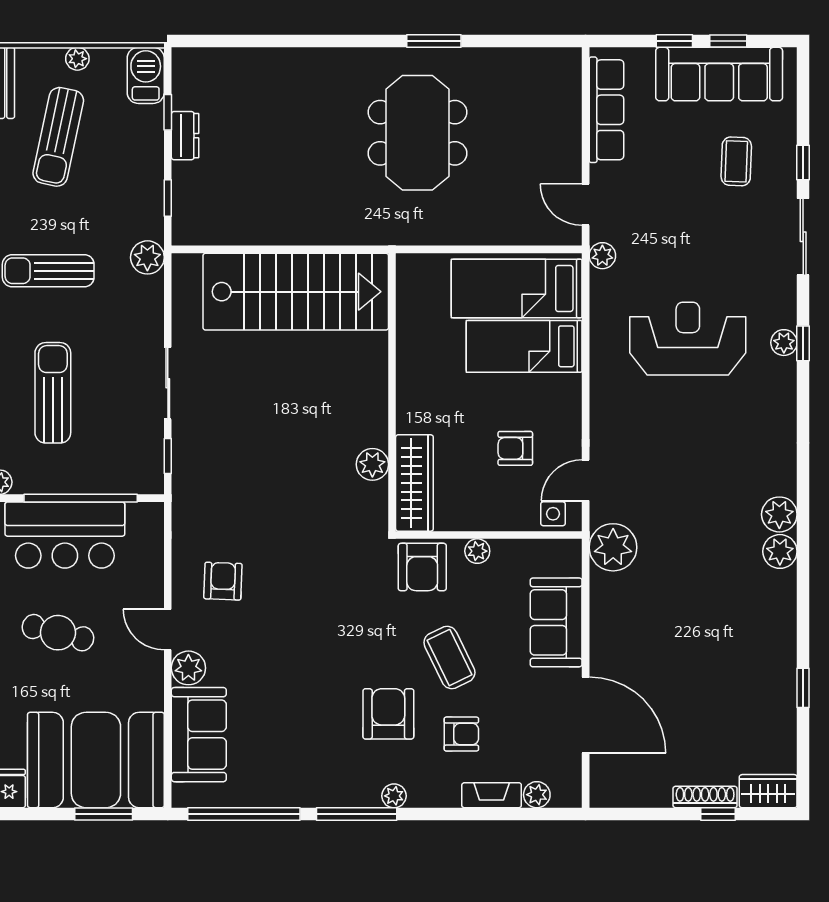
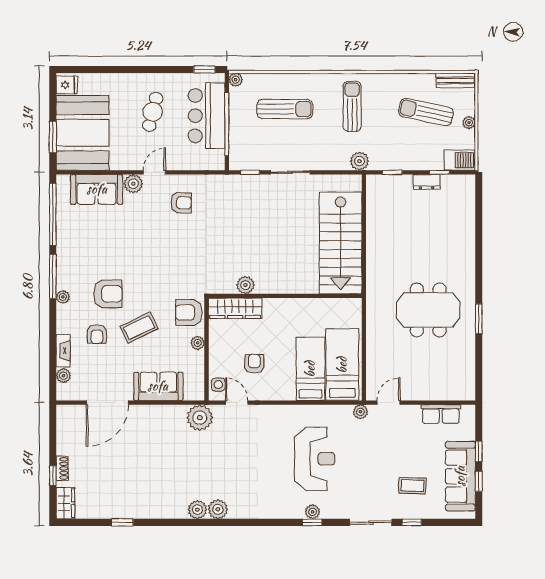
row of seats: (606, 110) -> (441, 414), width x0.68
shoe rack: (705, 797) -> (62, 468), width x0.70

